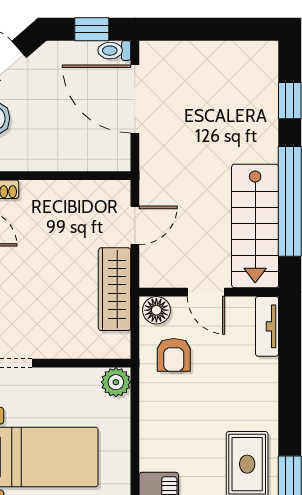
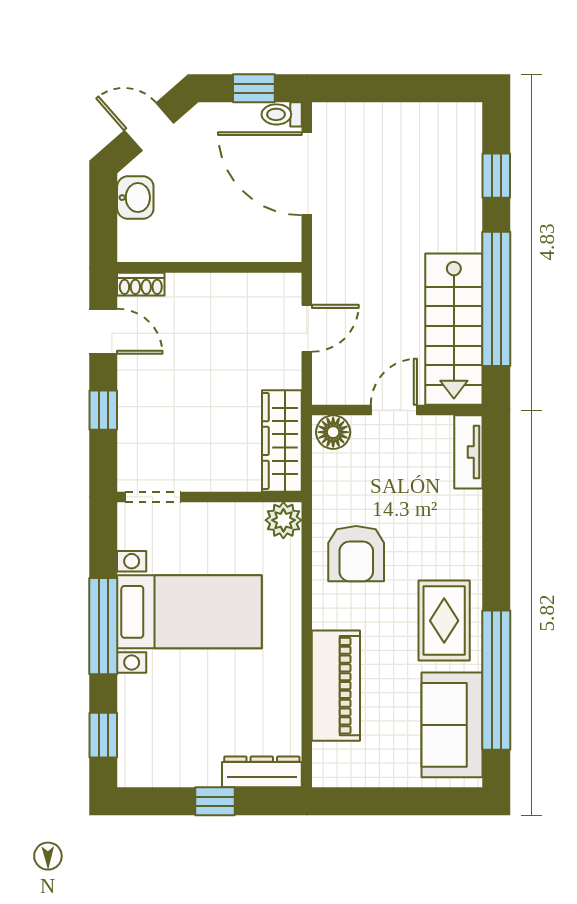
wardrobe: (115, 289) -> (282, 441), moved
door: (206, 292) -> (394, 410), swing flipped
armchair: (174, 355) -> (356, 554), moved, width x1.38, depth x1.38

